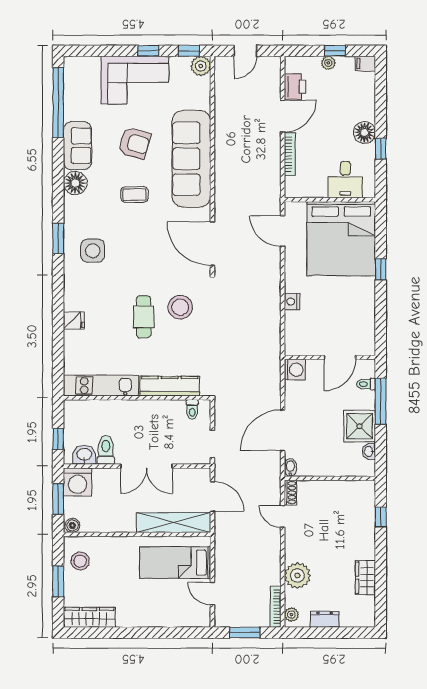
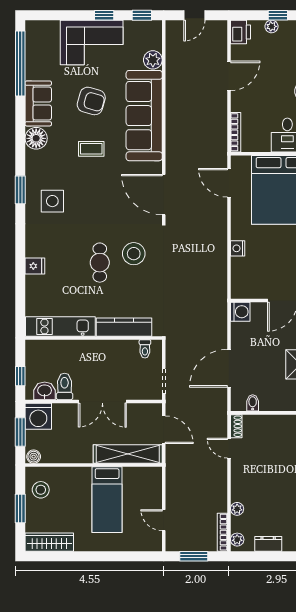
plant: (201, 66) -> (153, 60), moved
printer: (295, 87) -> (240, 32), moved
bookcase: (290, 154) -> (236, 132), moved
bidet: (290, 468) -> (253, 403), moved
bed: (175, 563) -> (107, 500), moved, turned -90
plant: (297, 575) -> (237, 509), width x0.53, depth x0.53

